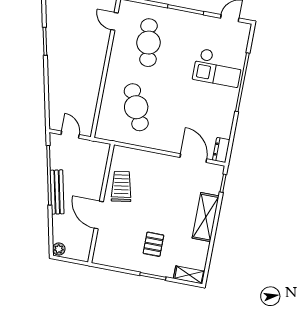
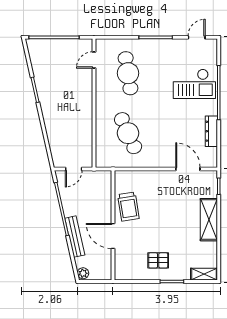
door: (114, 21) -> (94, 60), hinge flipped
door: (70, 135) -> (74, 169), swing flipped
dresser: (221, 150) -> (211, 131), moved, width x1.44
trolley: (121, 186) -> (128, 207), turned 180
bench: (57, 192) -> (75, 237), moved
pallet: (153, 244) -> (158, 260), moved, turned 90

